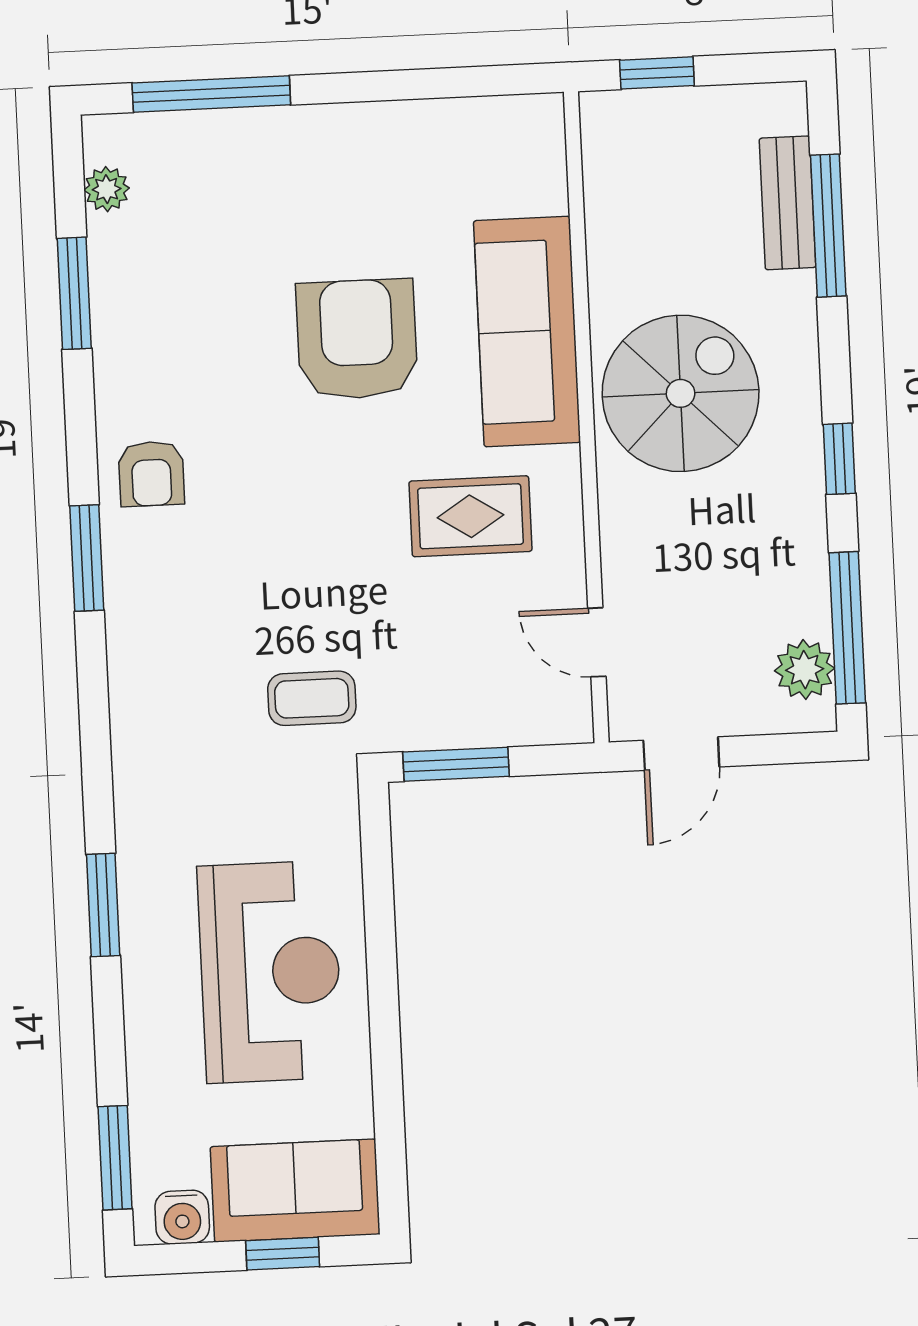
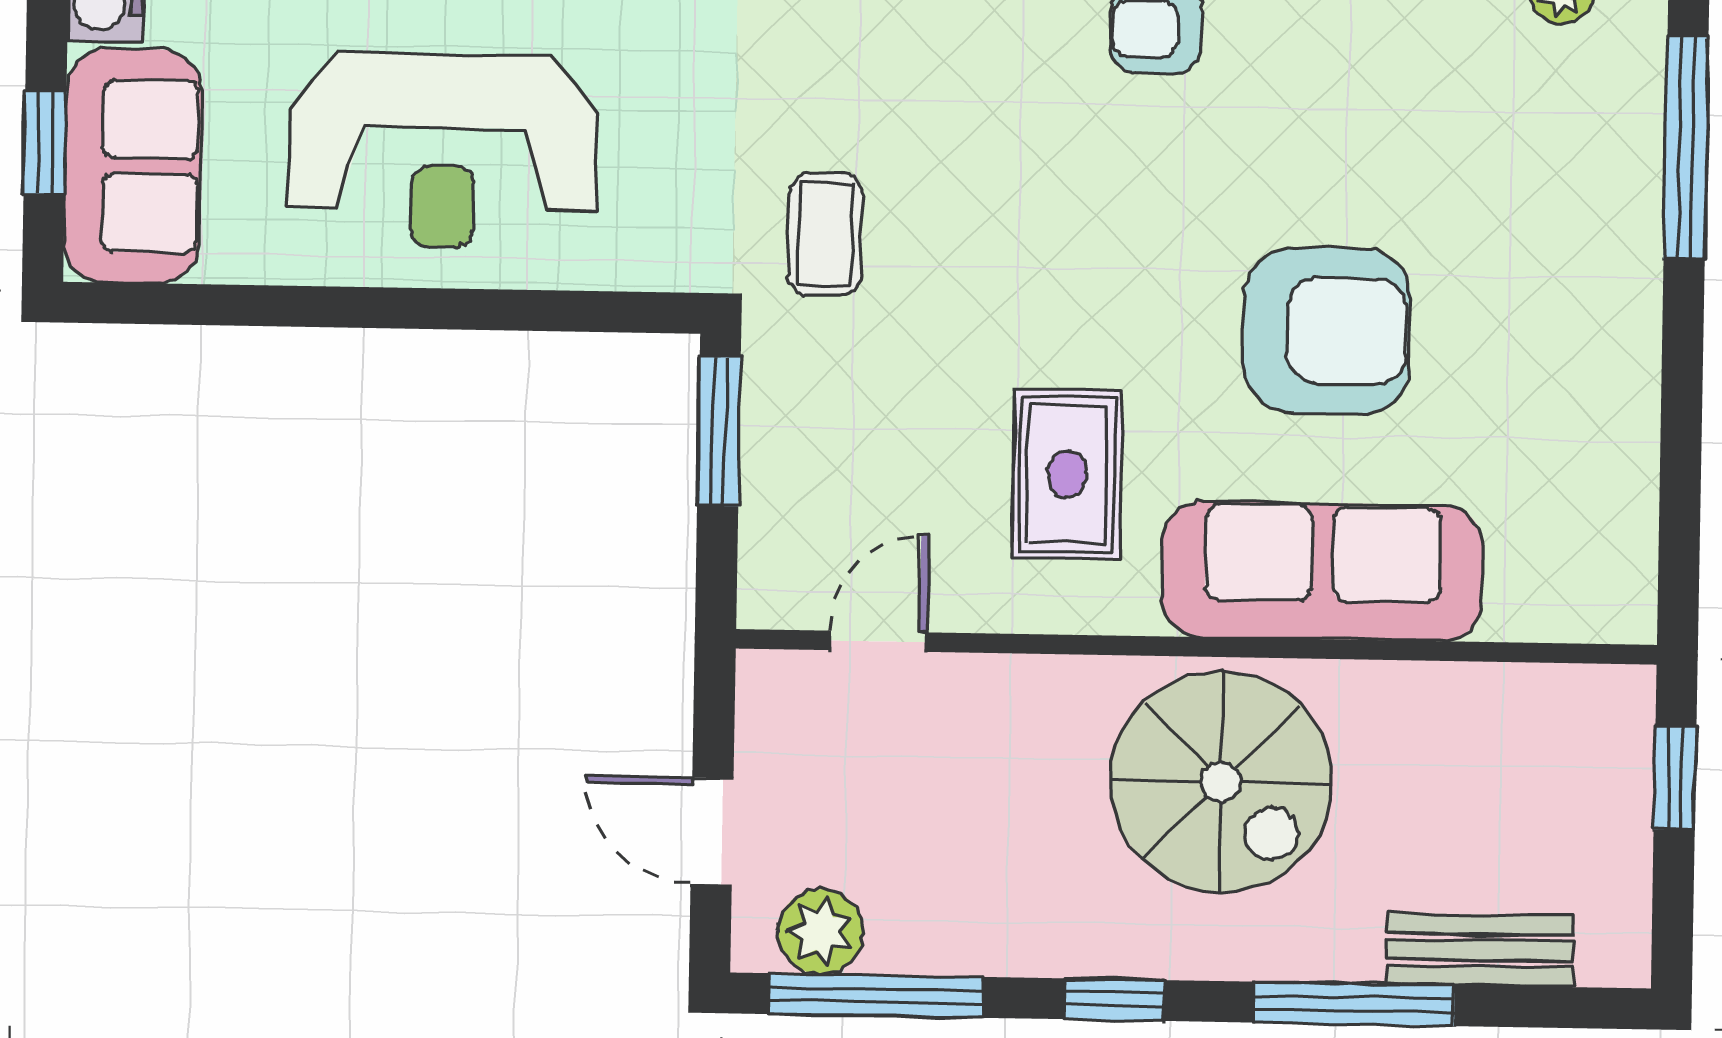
window: (828, 226) -> (1354, 1004), moved
door: (681, 754) -> (712, 831), moved

